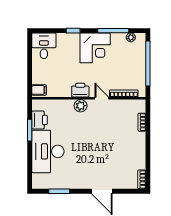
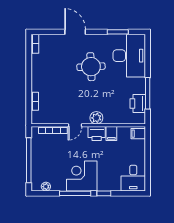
window: (113, 31) -> (75, 193), moved
filing cabinet: (66, 90) -> (111, 133), added
door: (102, 98) -> (75, 125), hinge flipped
window: (30, 130) -> (148, 93), width x1.44
desk: (48, 151) -> (129, 56), moved
round table: (86, 157) -> (91, 67), added

